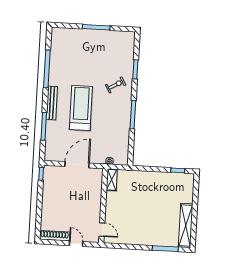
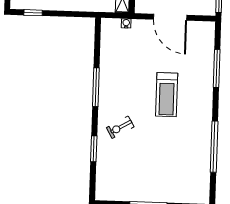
bench: (52, 103) -> (206, 101), removed
treadmill: (81, 108) -> (167, 95), width x0.73, depth x0.73
door: (77, 165) -> (170, 17), hinge flipped

